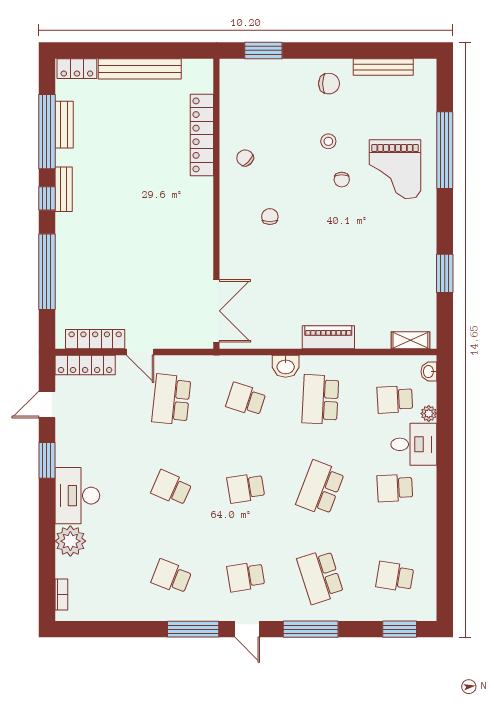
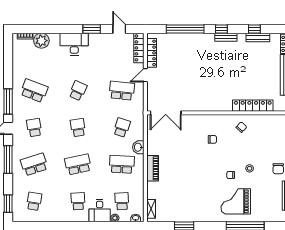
window: (47, 132) -> (254, 29), width x0.32
school desk: (320, 488) -> (78, 164), turned -33
plant: (70, 541) -> (41, 41), moved
school desk: (171, 577) -> (34, 91), width x1.85

